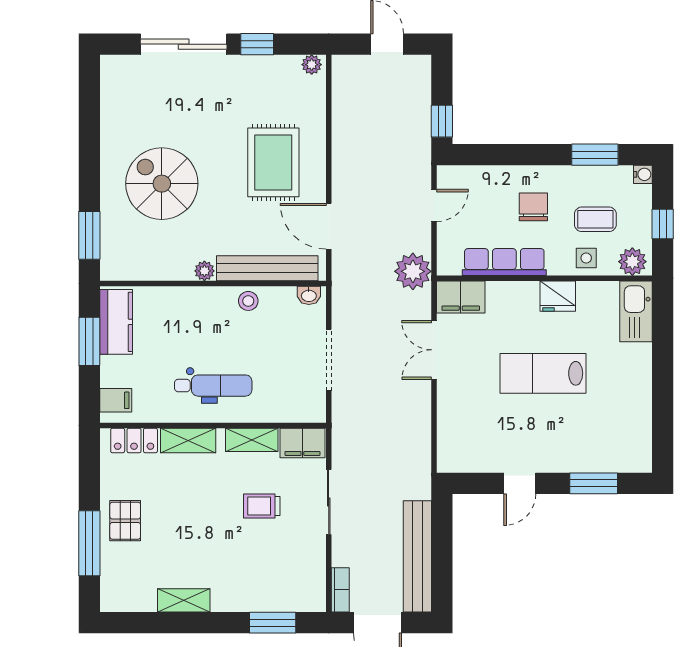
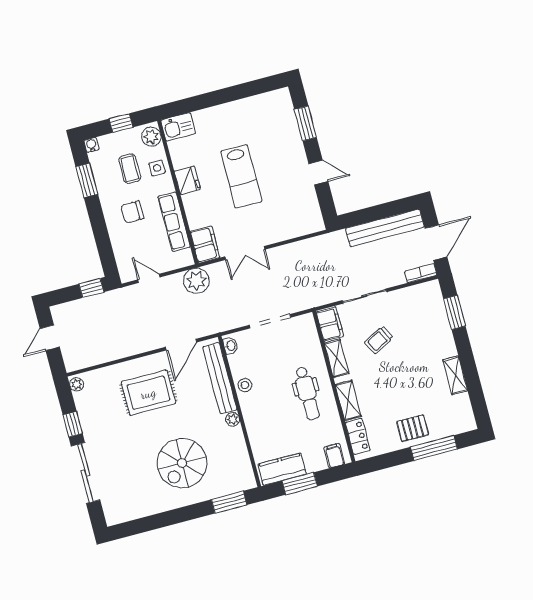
kitchen sink: (636, 311) -> (178, 127), width x0.73
dental chair: (213, 386) -> (307, 393), turned 180
trolley: (262, 506) -> (379, 340), turned 62

